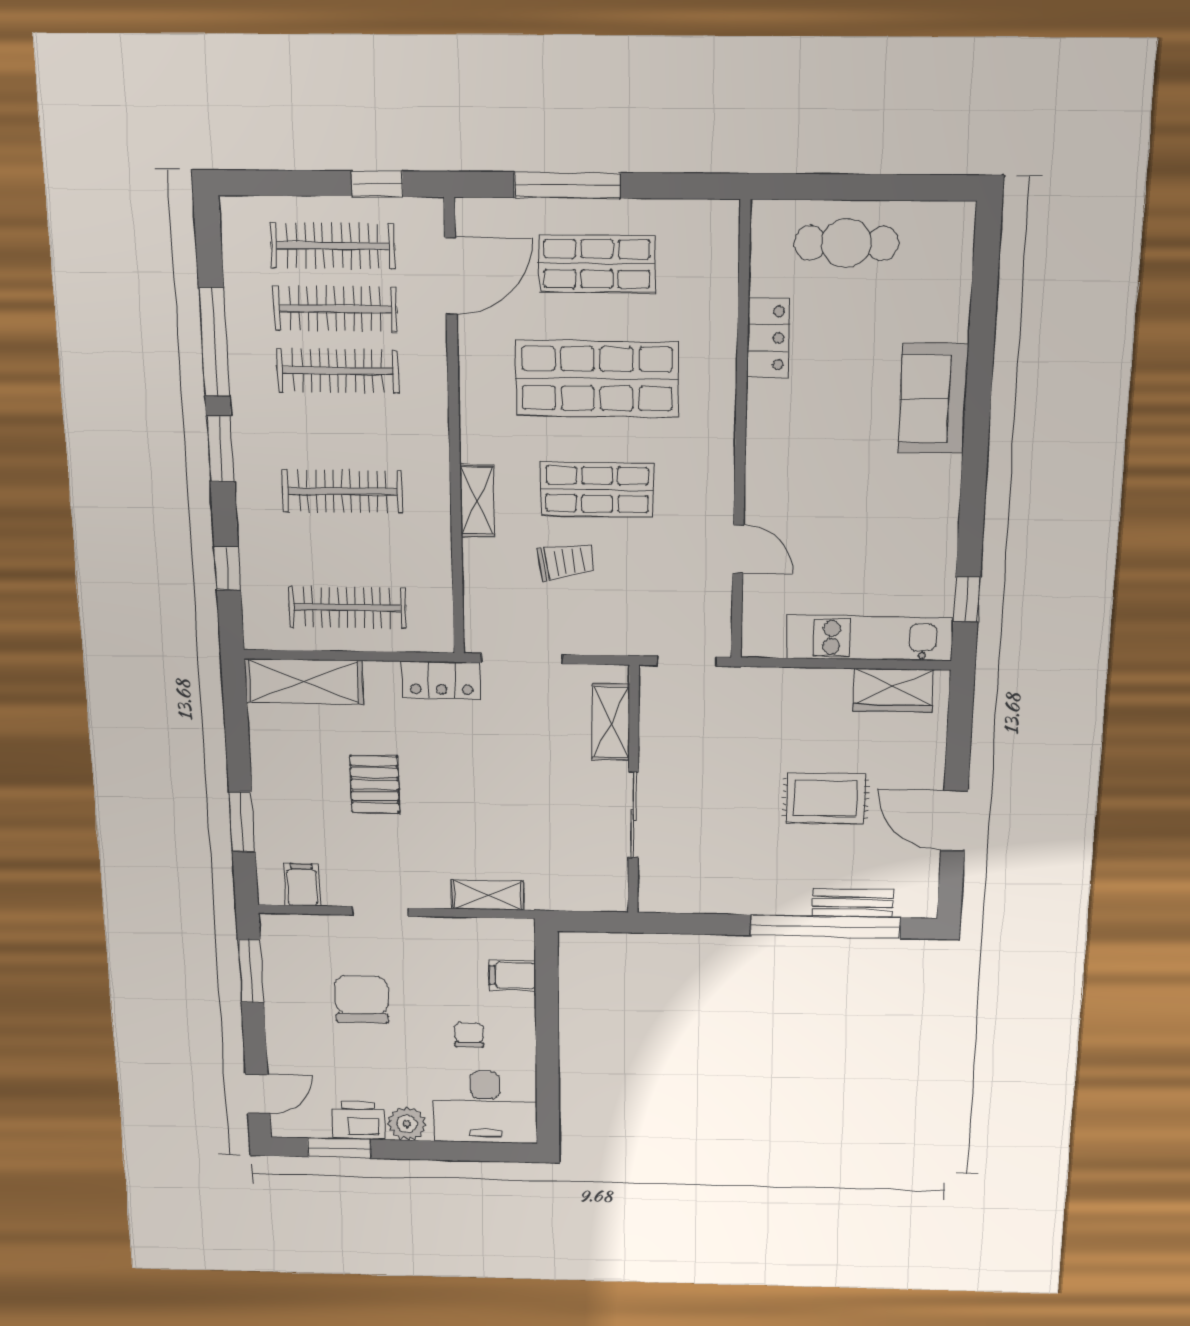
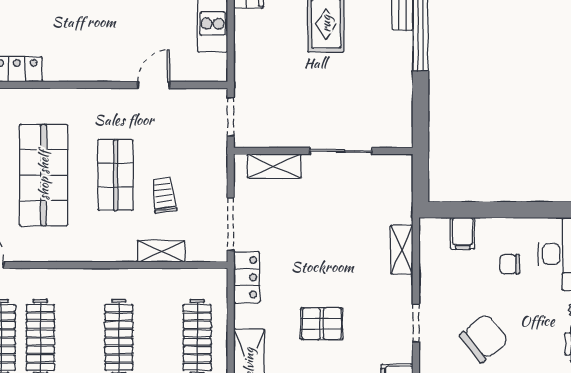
shelving: (477, 501) -> (161, 251), moved
chair: (362, 999) -> (484, 338), turned 141

